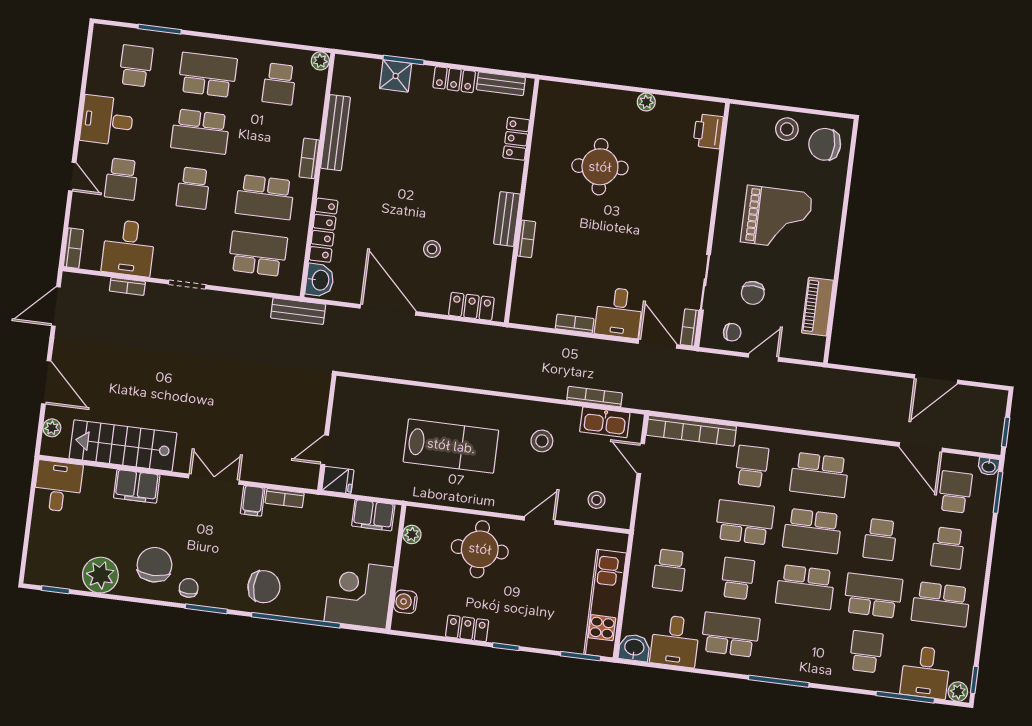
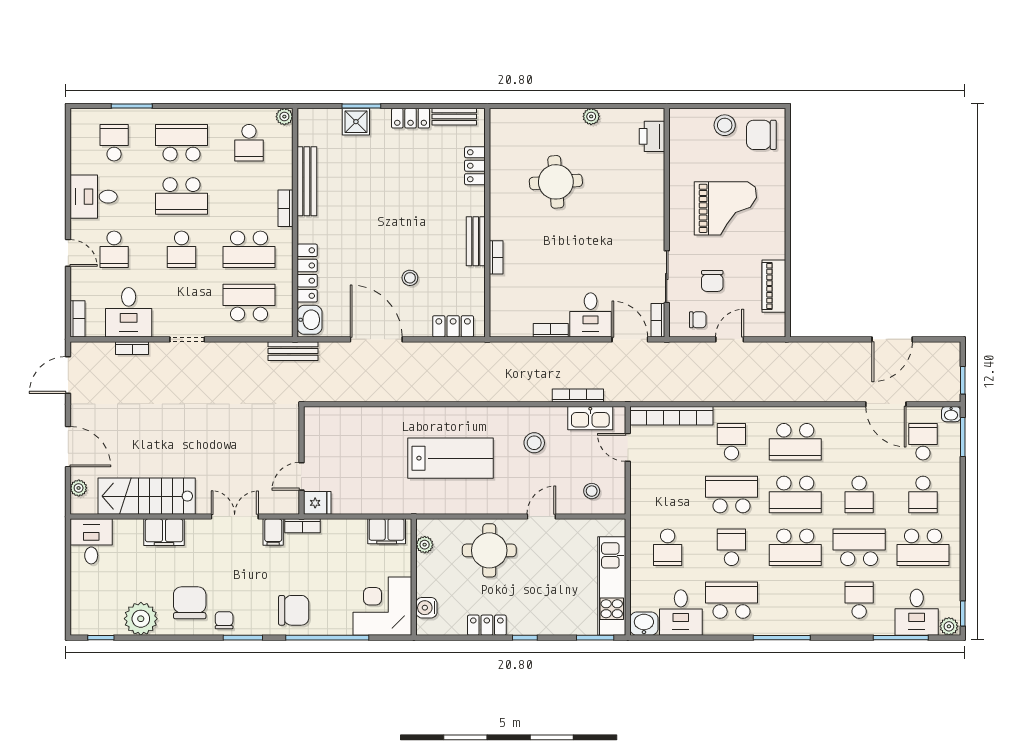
wall: (327, 433) -> (301, 460), moved
door: (325, 450) -> (301, 476), moved
fridge: (338, 480) -> (317, 503), moved

